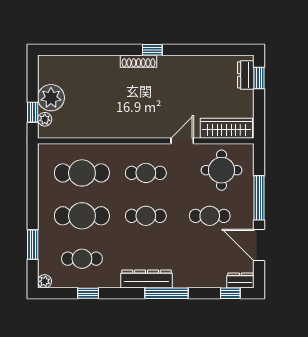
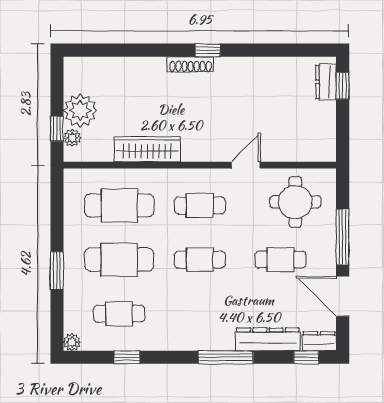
wardrobe: (226, 128) -> (147, 149), moved
window: (33, 245) -> (57, 270), moved
dresser: (147, 279) -> (268, 339), moved

